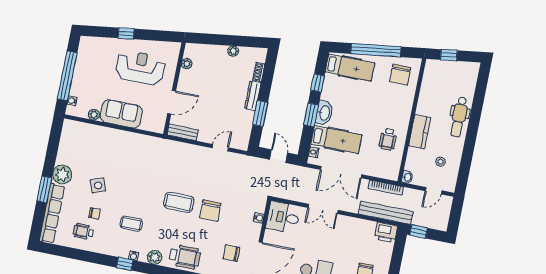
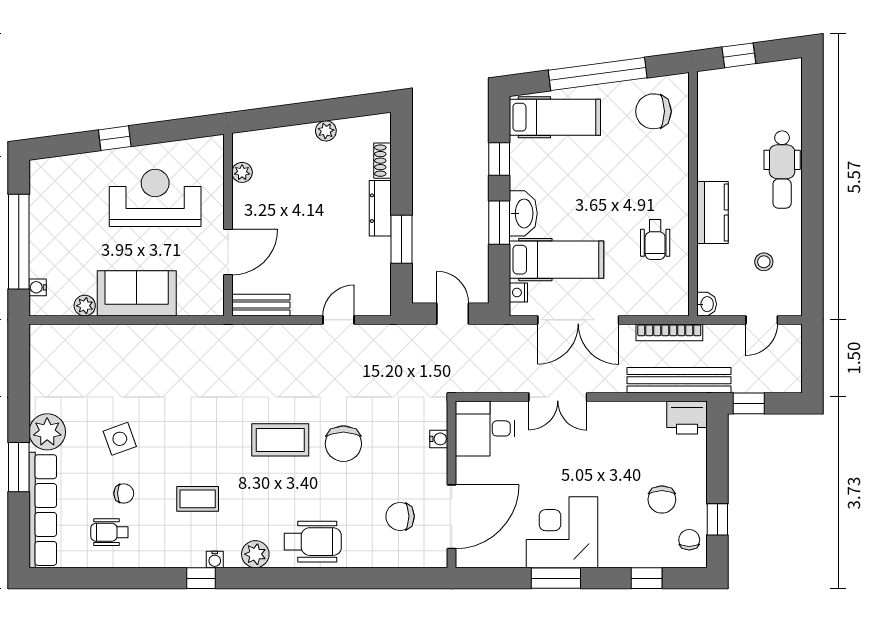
chair: (400, 75) -> (653, 111), turned 90

